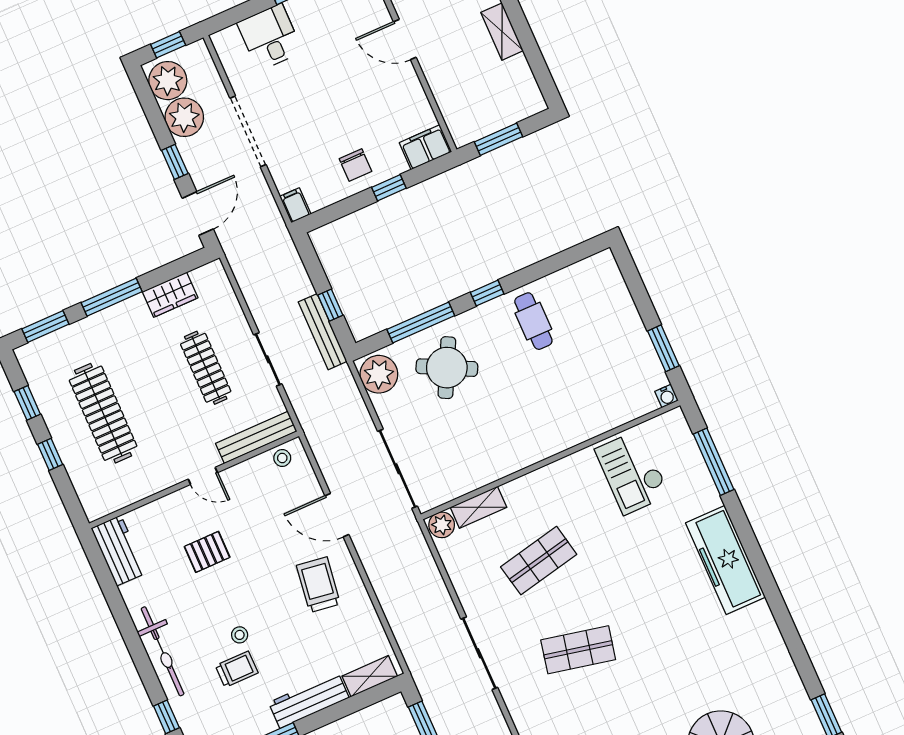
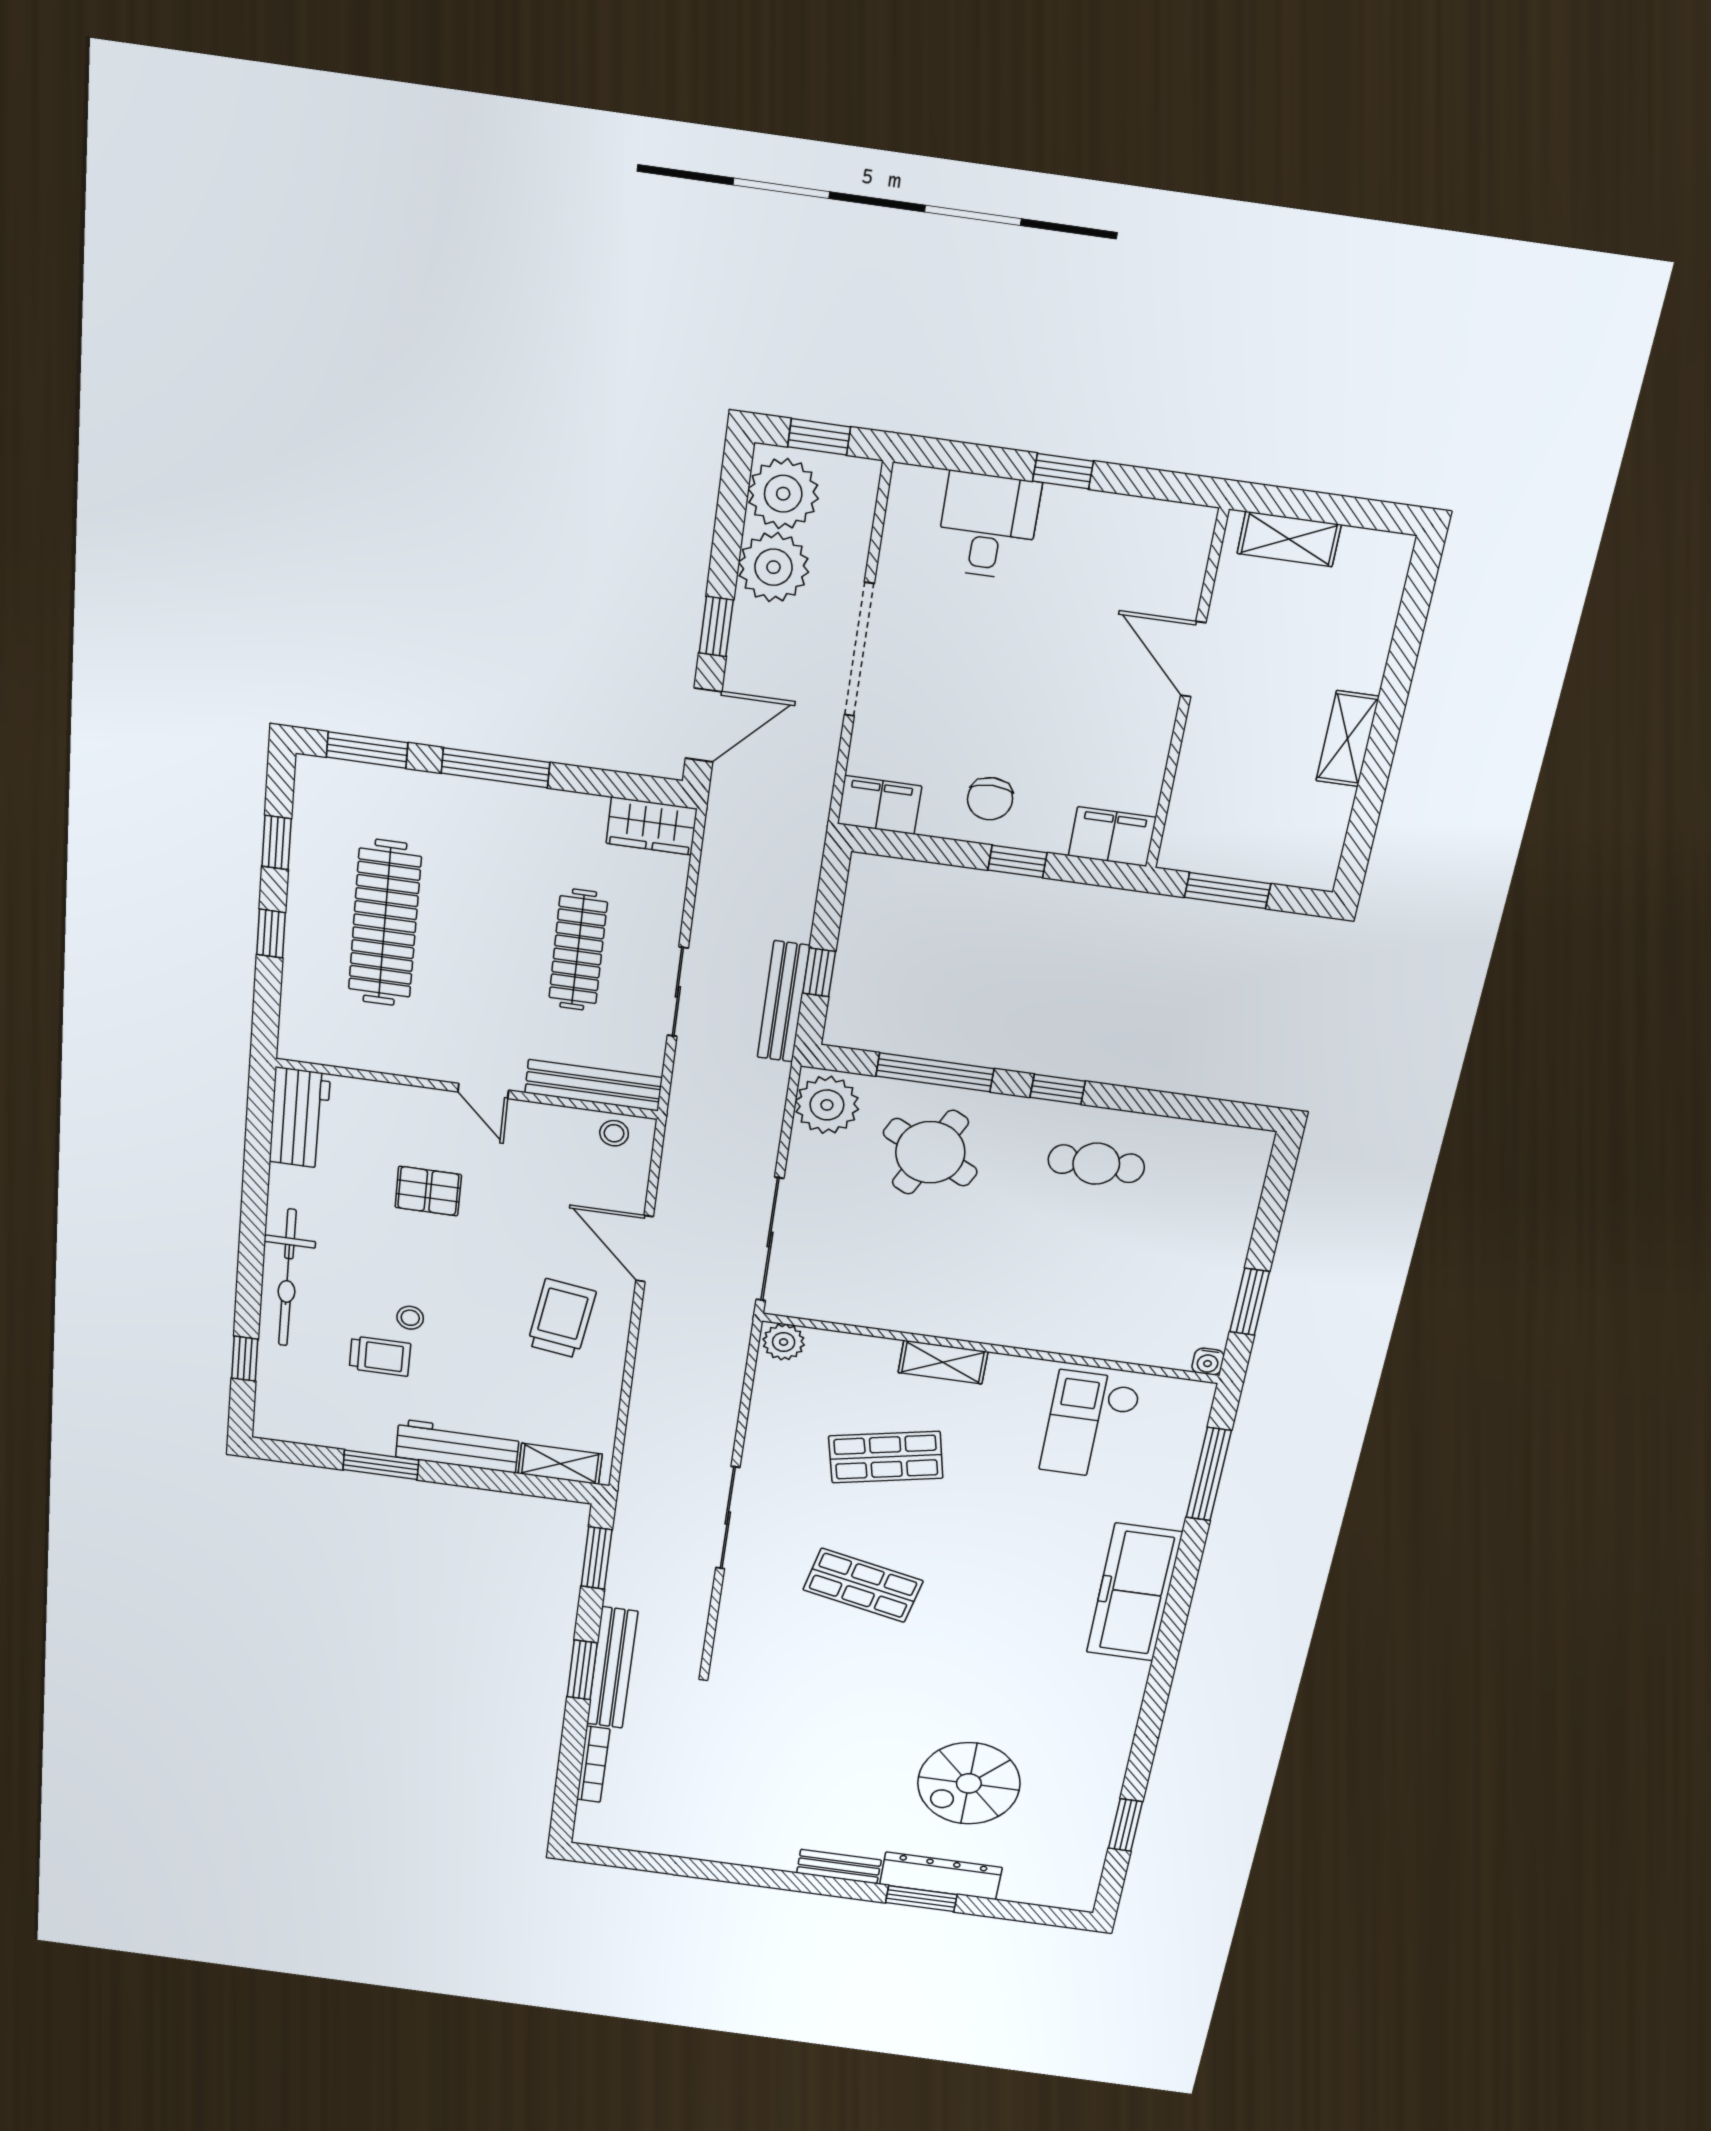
filing cabinet: (295, 205) -> (879, 805), width x2.00
wardrobe: (170, 295) -> (652, 826), moved
cafe table: (533, 321) -> (1096, 1164), turned 90
shelving: (478, 507) -> (943, 1362), moved

